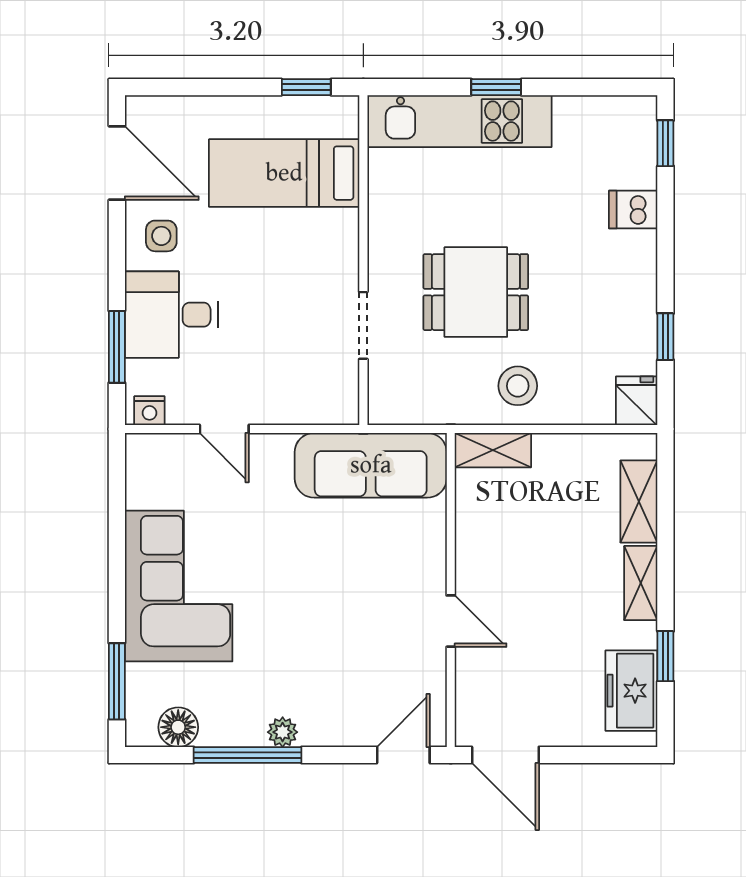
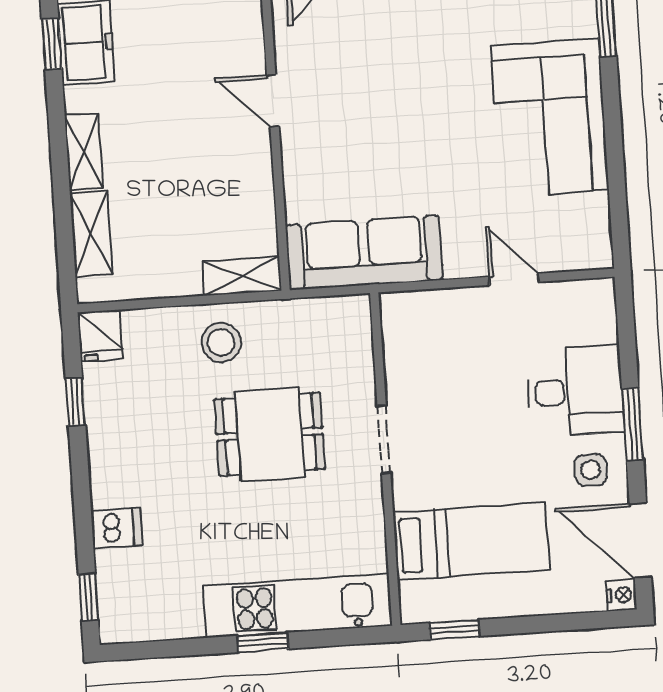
doorway: (363, 325) -> (384, 439), moved
window: (117, 347) -> (633, 424), moved
nightstand: (149, 411) -> (621, 595), moved, turned 90
window: (665, 656) -> (52, 44), moved

